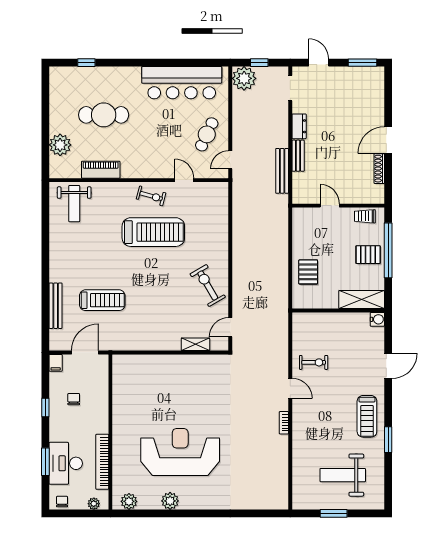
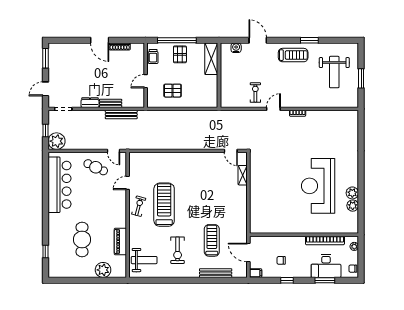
pallet: (308, 272) -> (173, 91), moved
exercise bike: (208, 285) -> (178, 250), moved, turned -60
water cooler: (377, 319) -> (236, 48), moved
plant: (129, 501) -> (353, 206), moved

